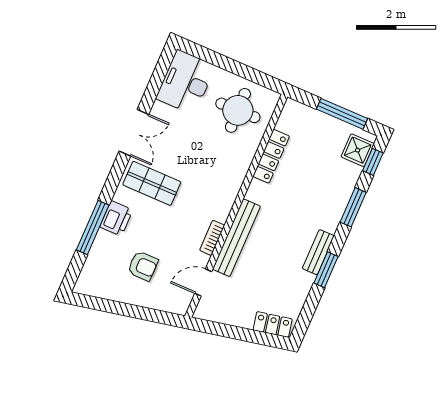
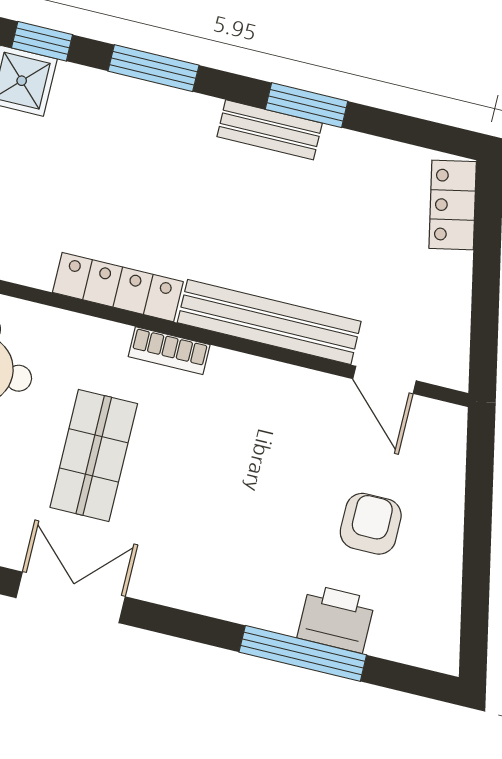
locker: (271, 156) -> (118, 287), moved
shop shelf: (152, 183) -> (94, 455), moved
printer: (116, 218) -> (336, 619), moved
bookcase: (212, 238) -> (169, 351), moved

